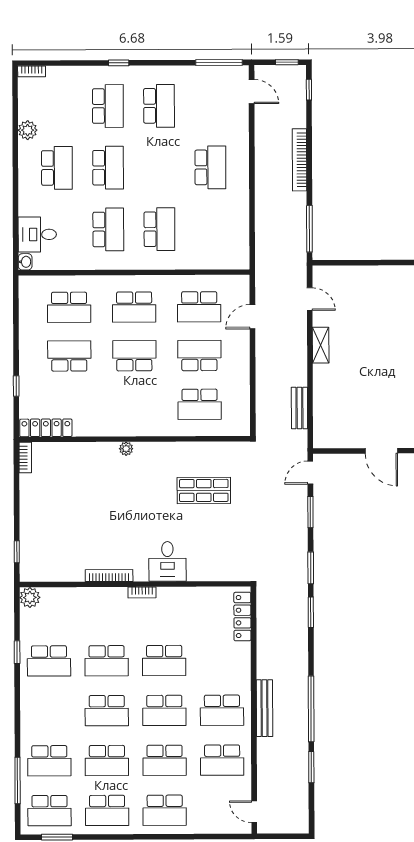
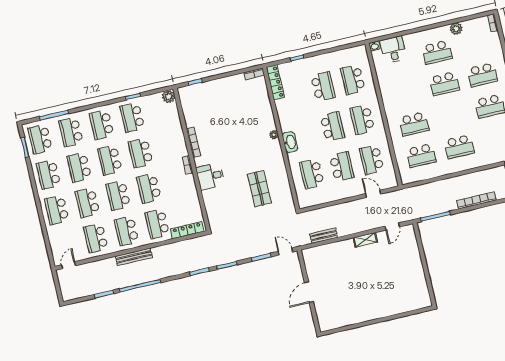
school desk: (108, 229) -> (421, 156), moved
washbasin: (143, 427) -> (290, 142), added
school desk: (222, 660) -> (157, 224), added
school desk: (49, 711) -> (102, 125), added

